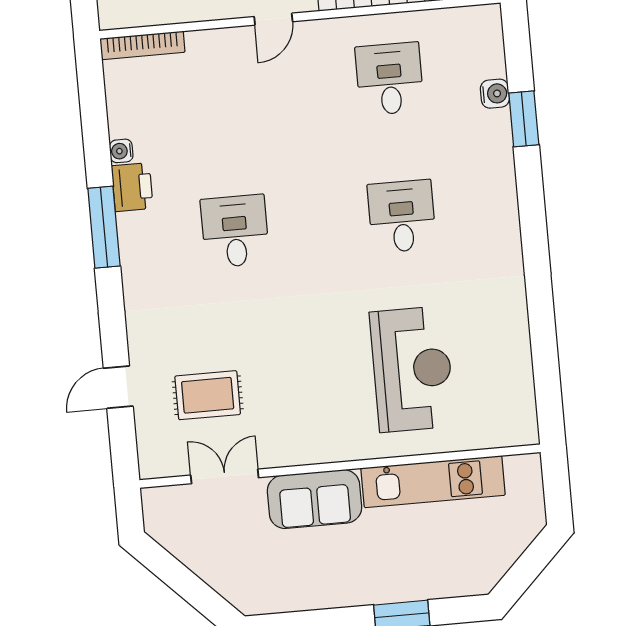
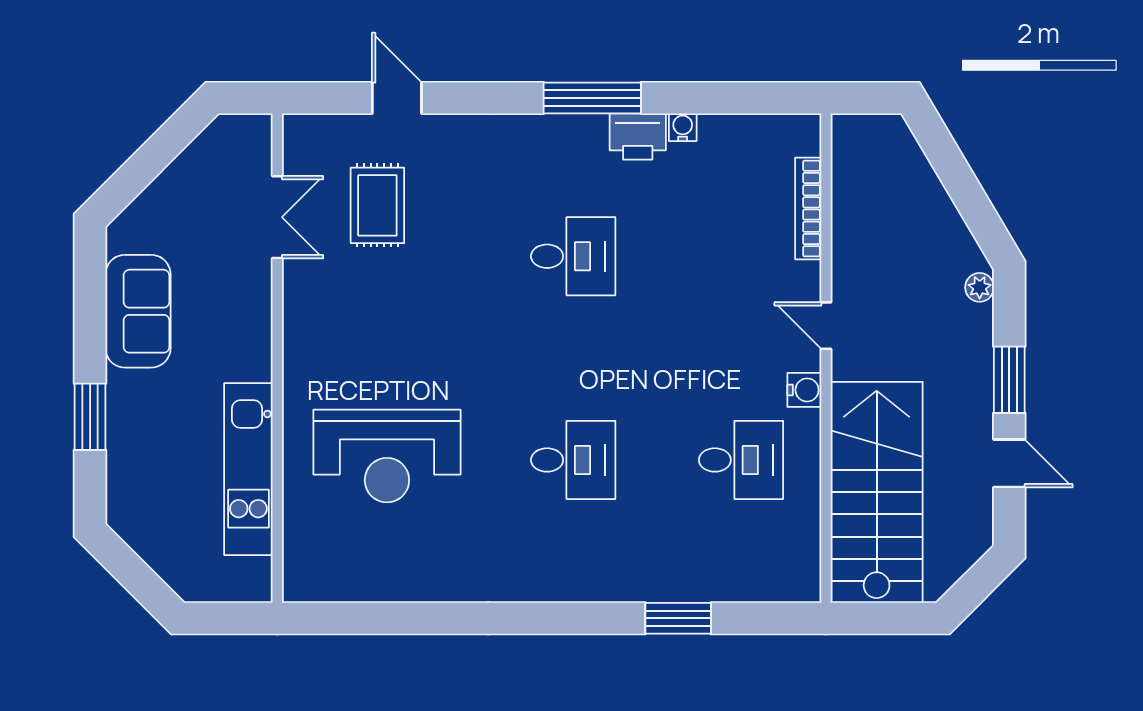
bookcase: (142, 45) -> (808, 208), moved
water cooler: (495, 94) -> (804, 390), moved, turned -90
sofa: (314, 499) -> (138, 311), moved, turned 180

